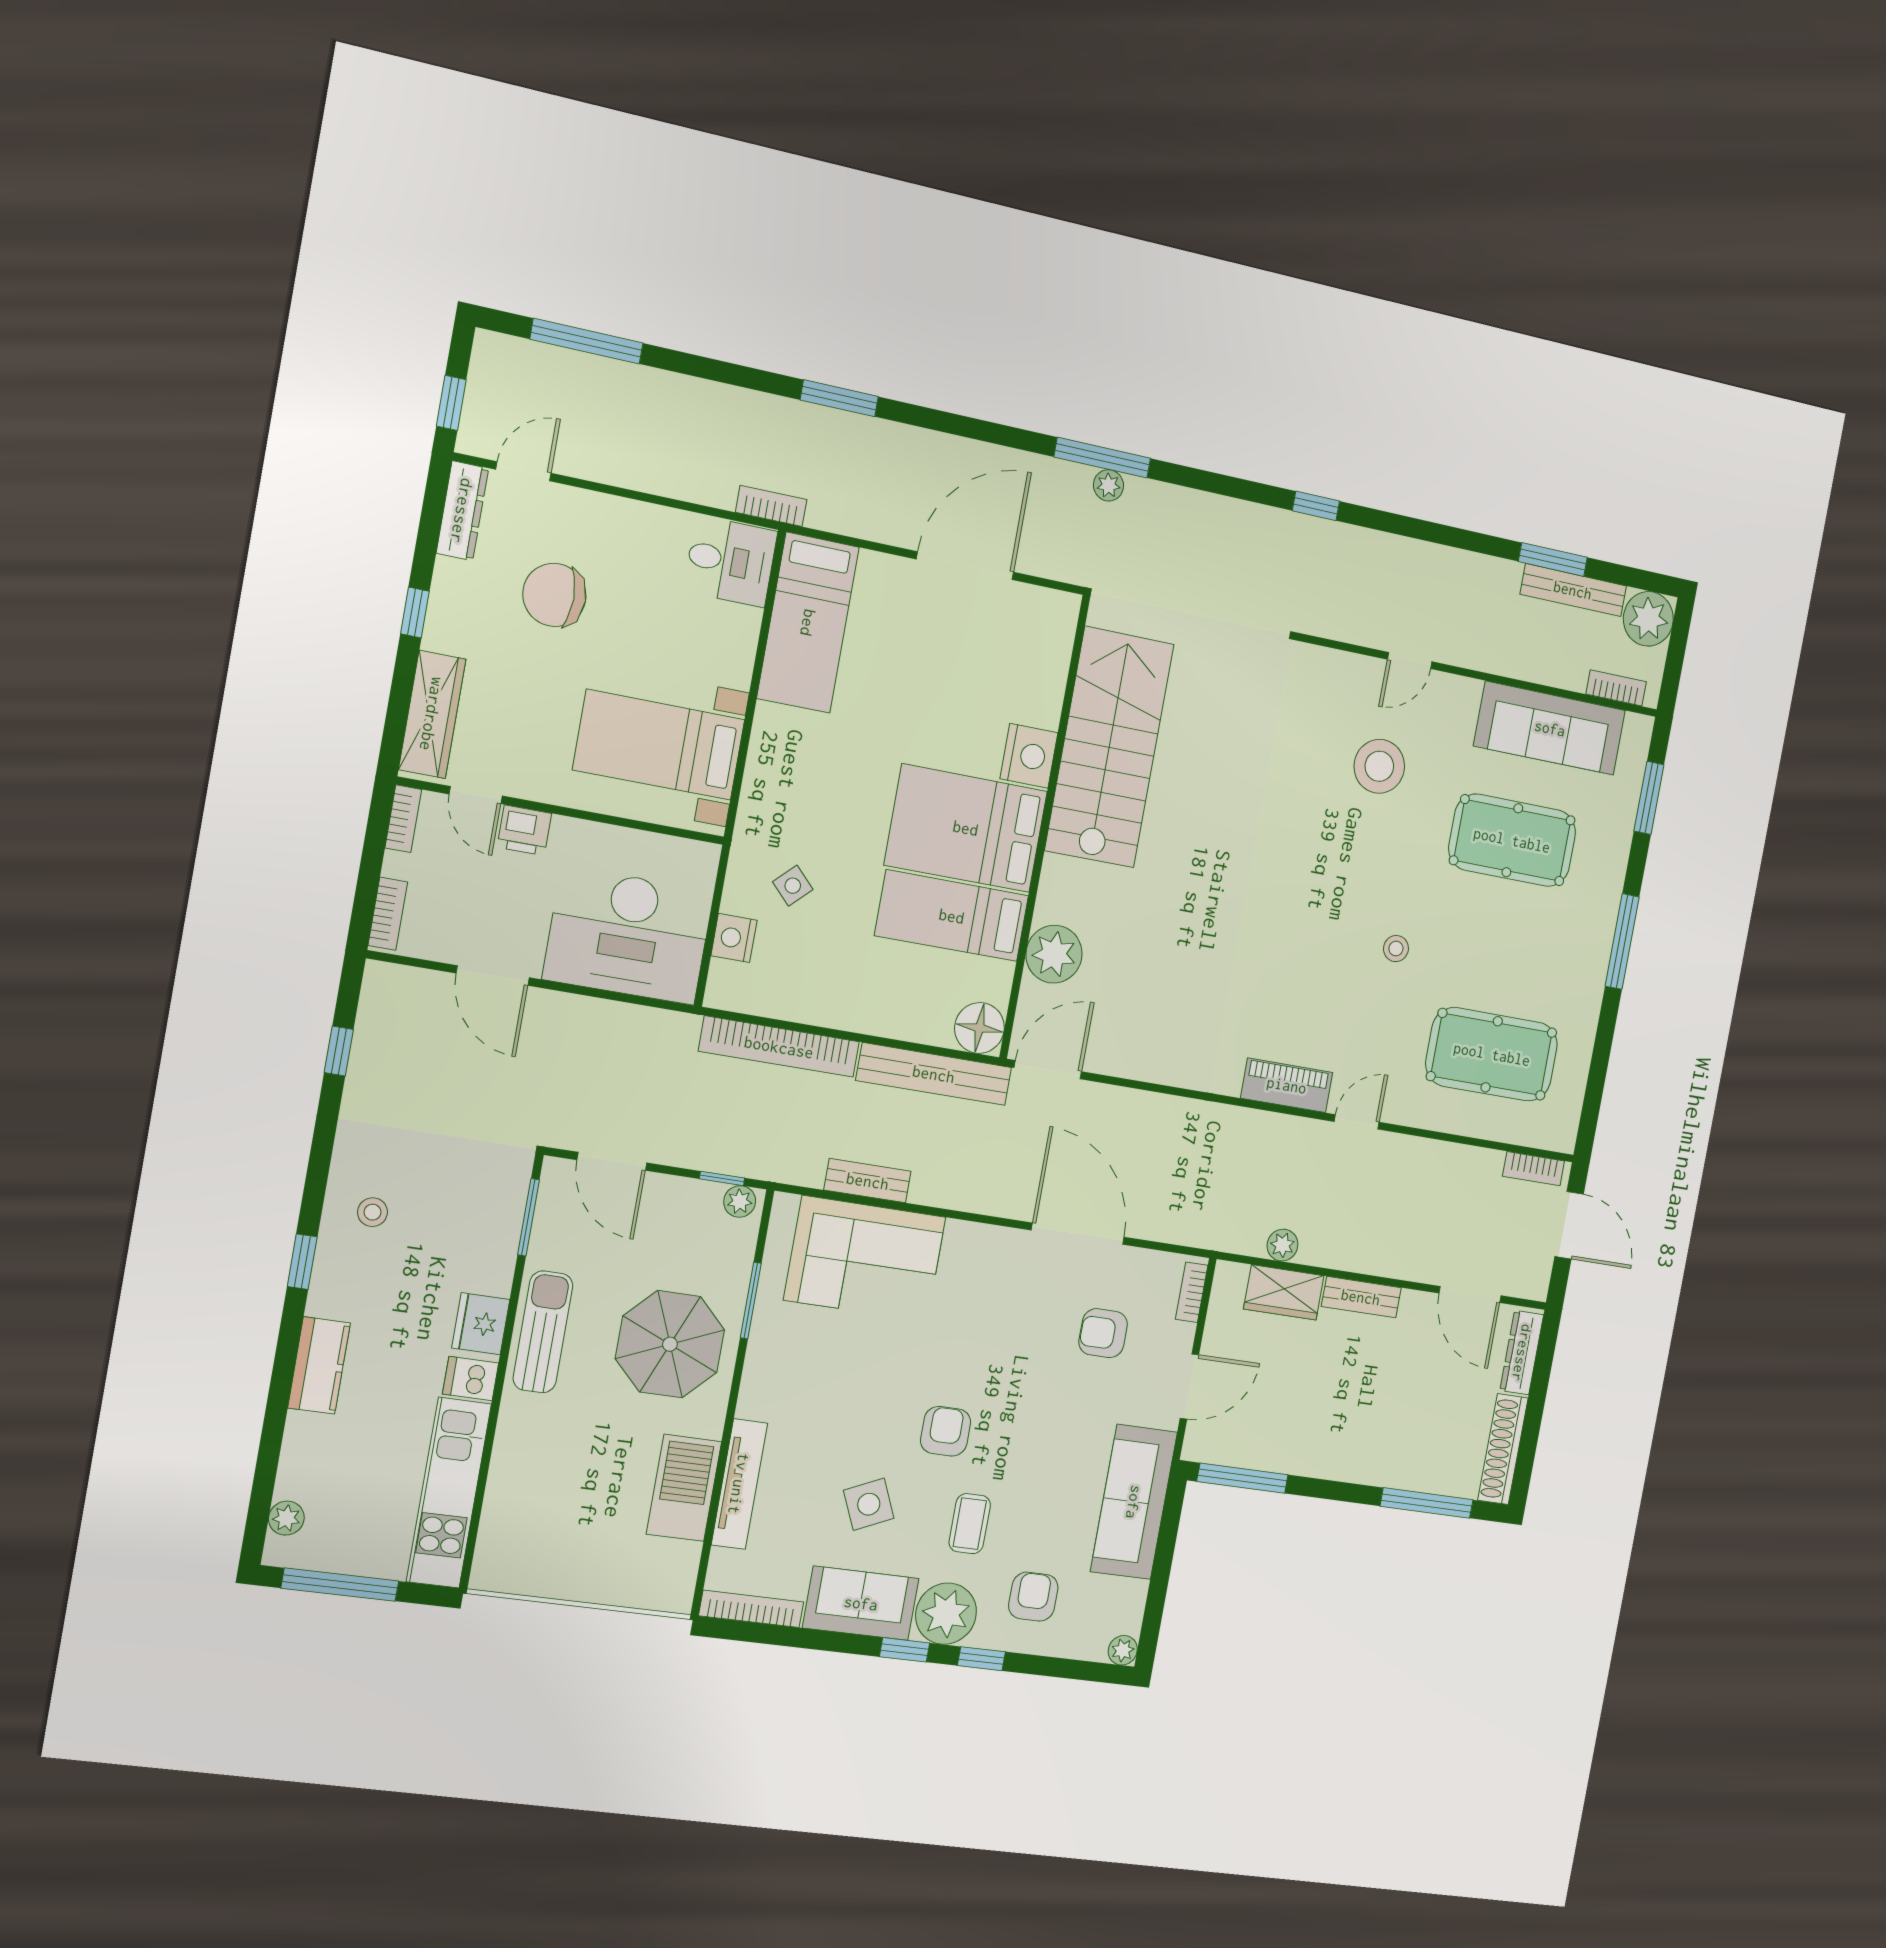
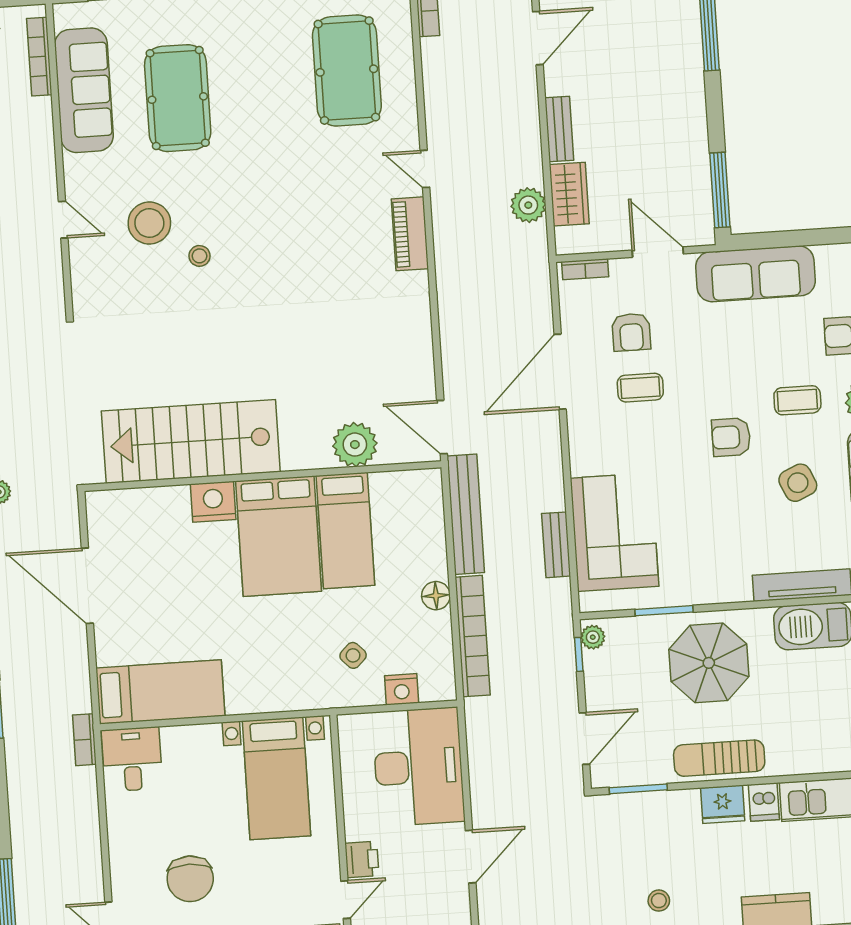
bookcase: (1616, 688) -> (39, 57), width x1.56
stool: (1396, 949) -> (200, 256), moved
floor lamp: (979, 1028) -> (436, 596), moved, width x0.73, depth x0.73
plant: (1282, 1245) -> (528, 205), width x1.38, depth x1.38
coffee table: (1034, 1330) -> (640, 388), added

